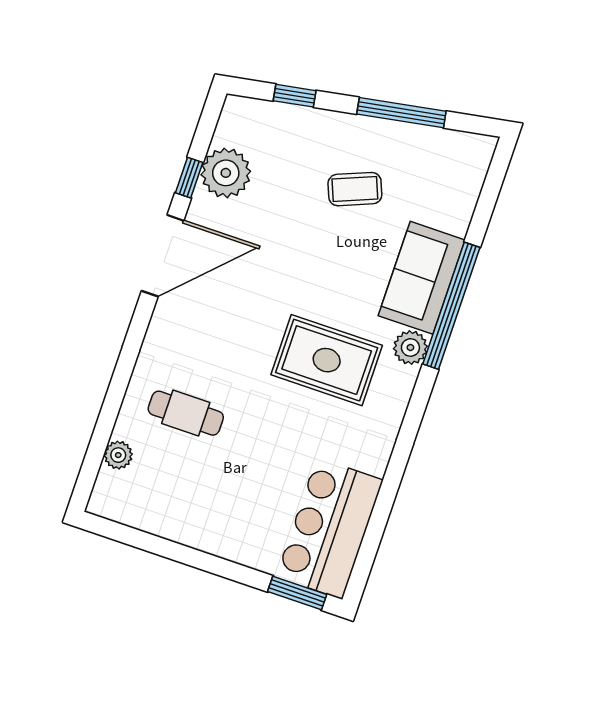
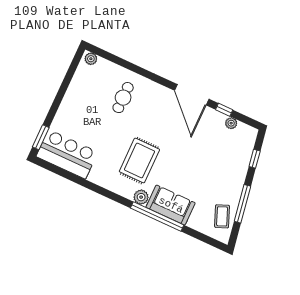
plant: (226, 173) -> (231, 123), width x0.53, depth x0.53
coffee table: (355, 189) -> (222, 216), moved
plant: (118, 455) -> (91, 59), moved

